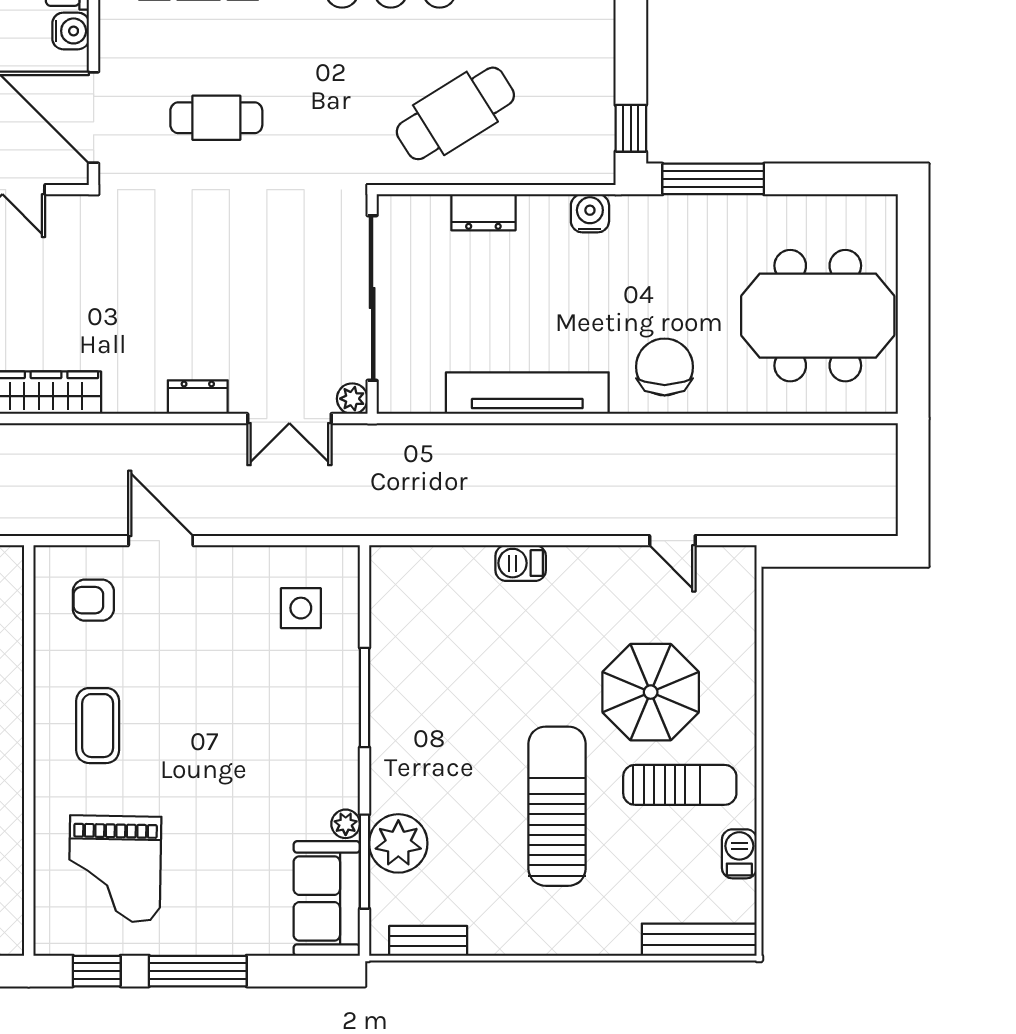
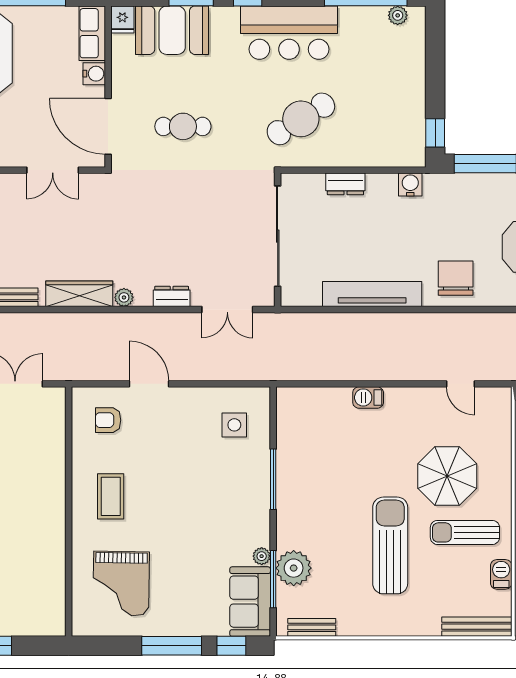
cafe table: (455, 113) -> (301, 119), moved
plant: (352, 399) -> (124, 297), moved
sun lounger: (680, 785) -> (465, 532), turned 180
window: (97, 971) -> (231, 646), moved

